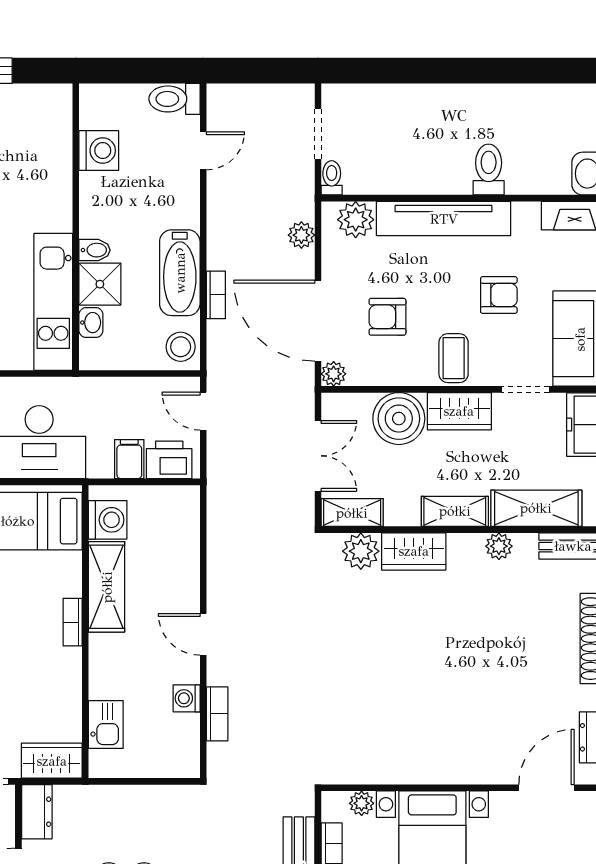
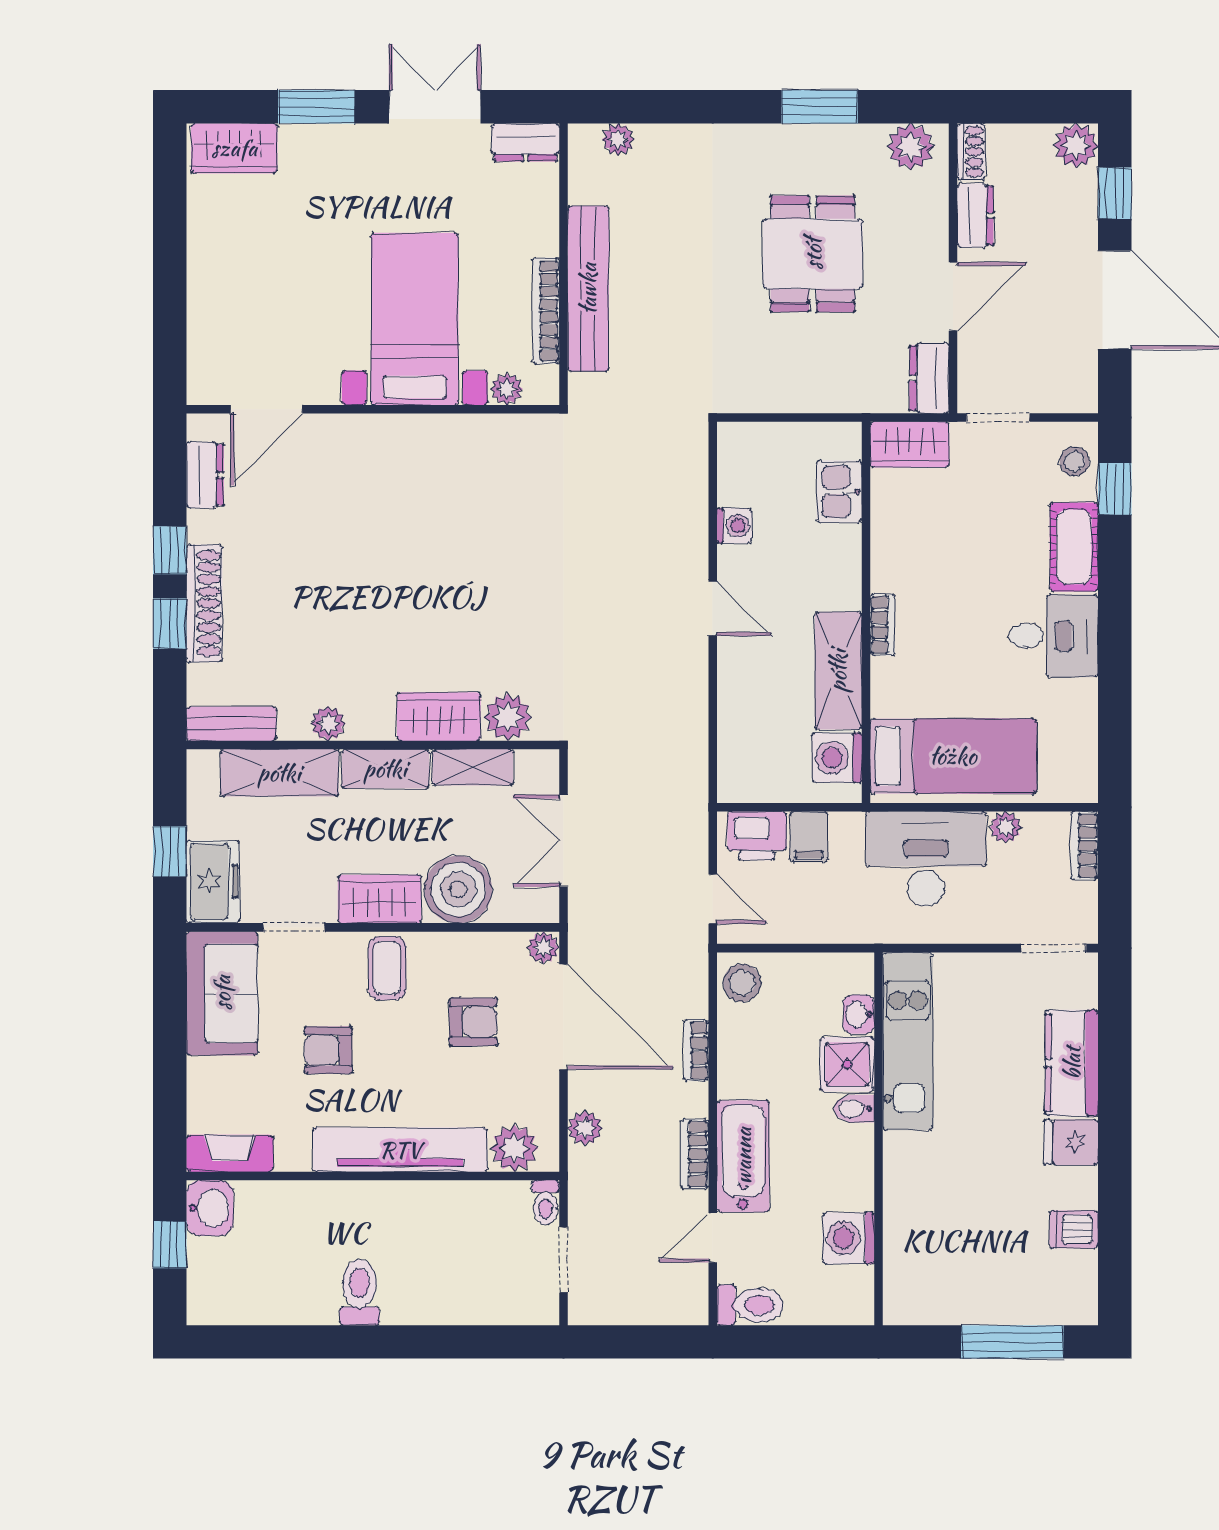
toilet: (489, 170) -> (359, 1292), moved, turned 180
bathtub: (180, 273) -> (743, 1156), moved
shelving: (352, 513) -> (473, 767), moved
bookcase: (217, 714) -> (695, 1154), moved

